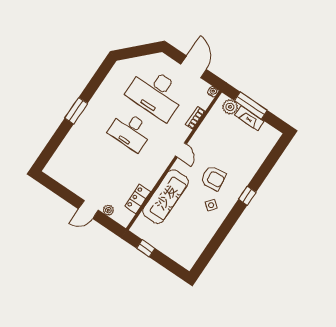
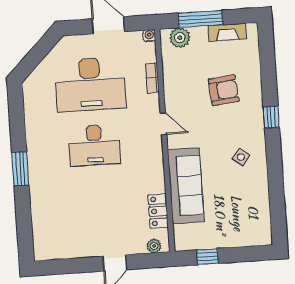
fireplace: (249, 118) -> (227, 32), moved
armchair: (213, 178) -> (224, 90), moved
plant: (108, 210) -> (154, 246), moved

